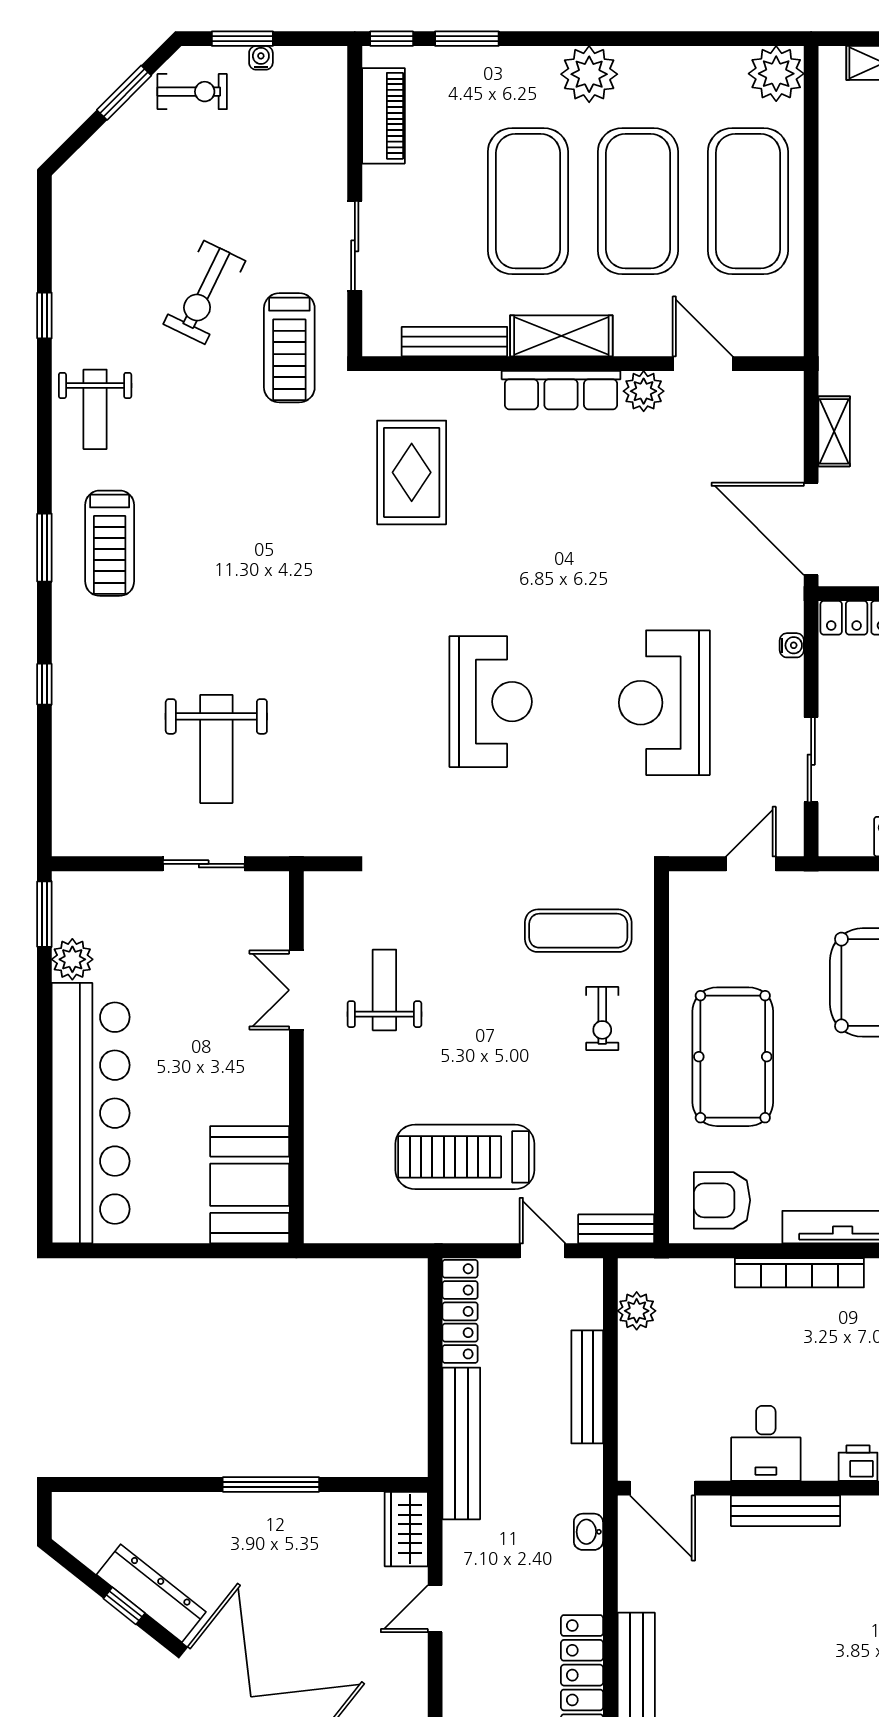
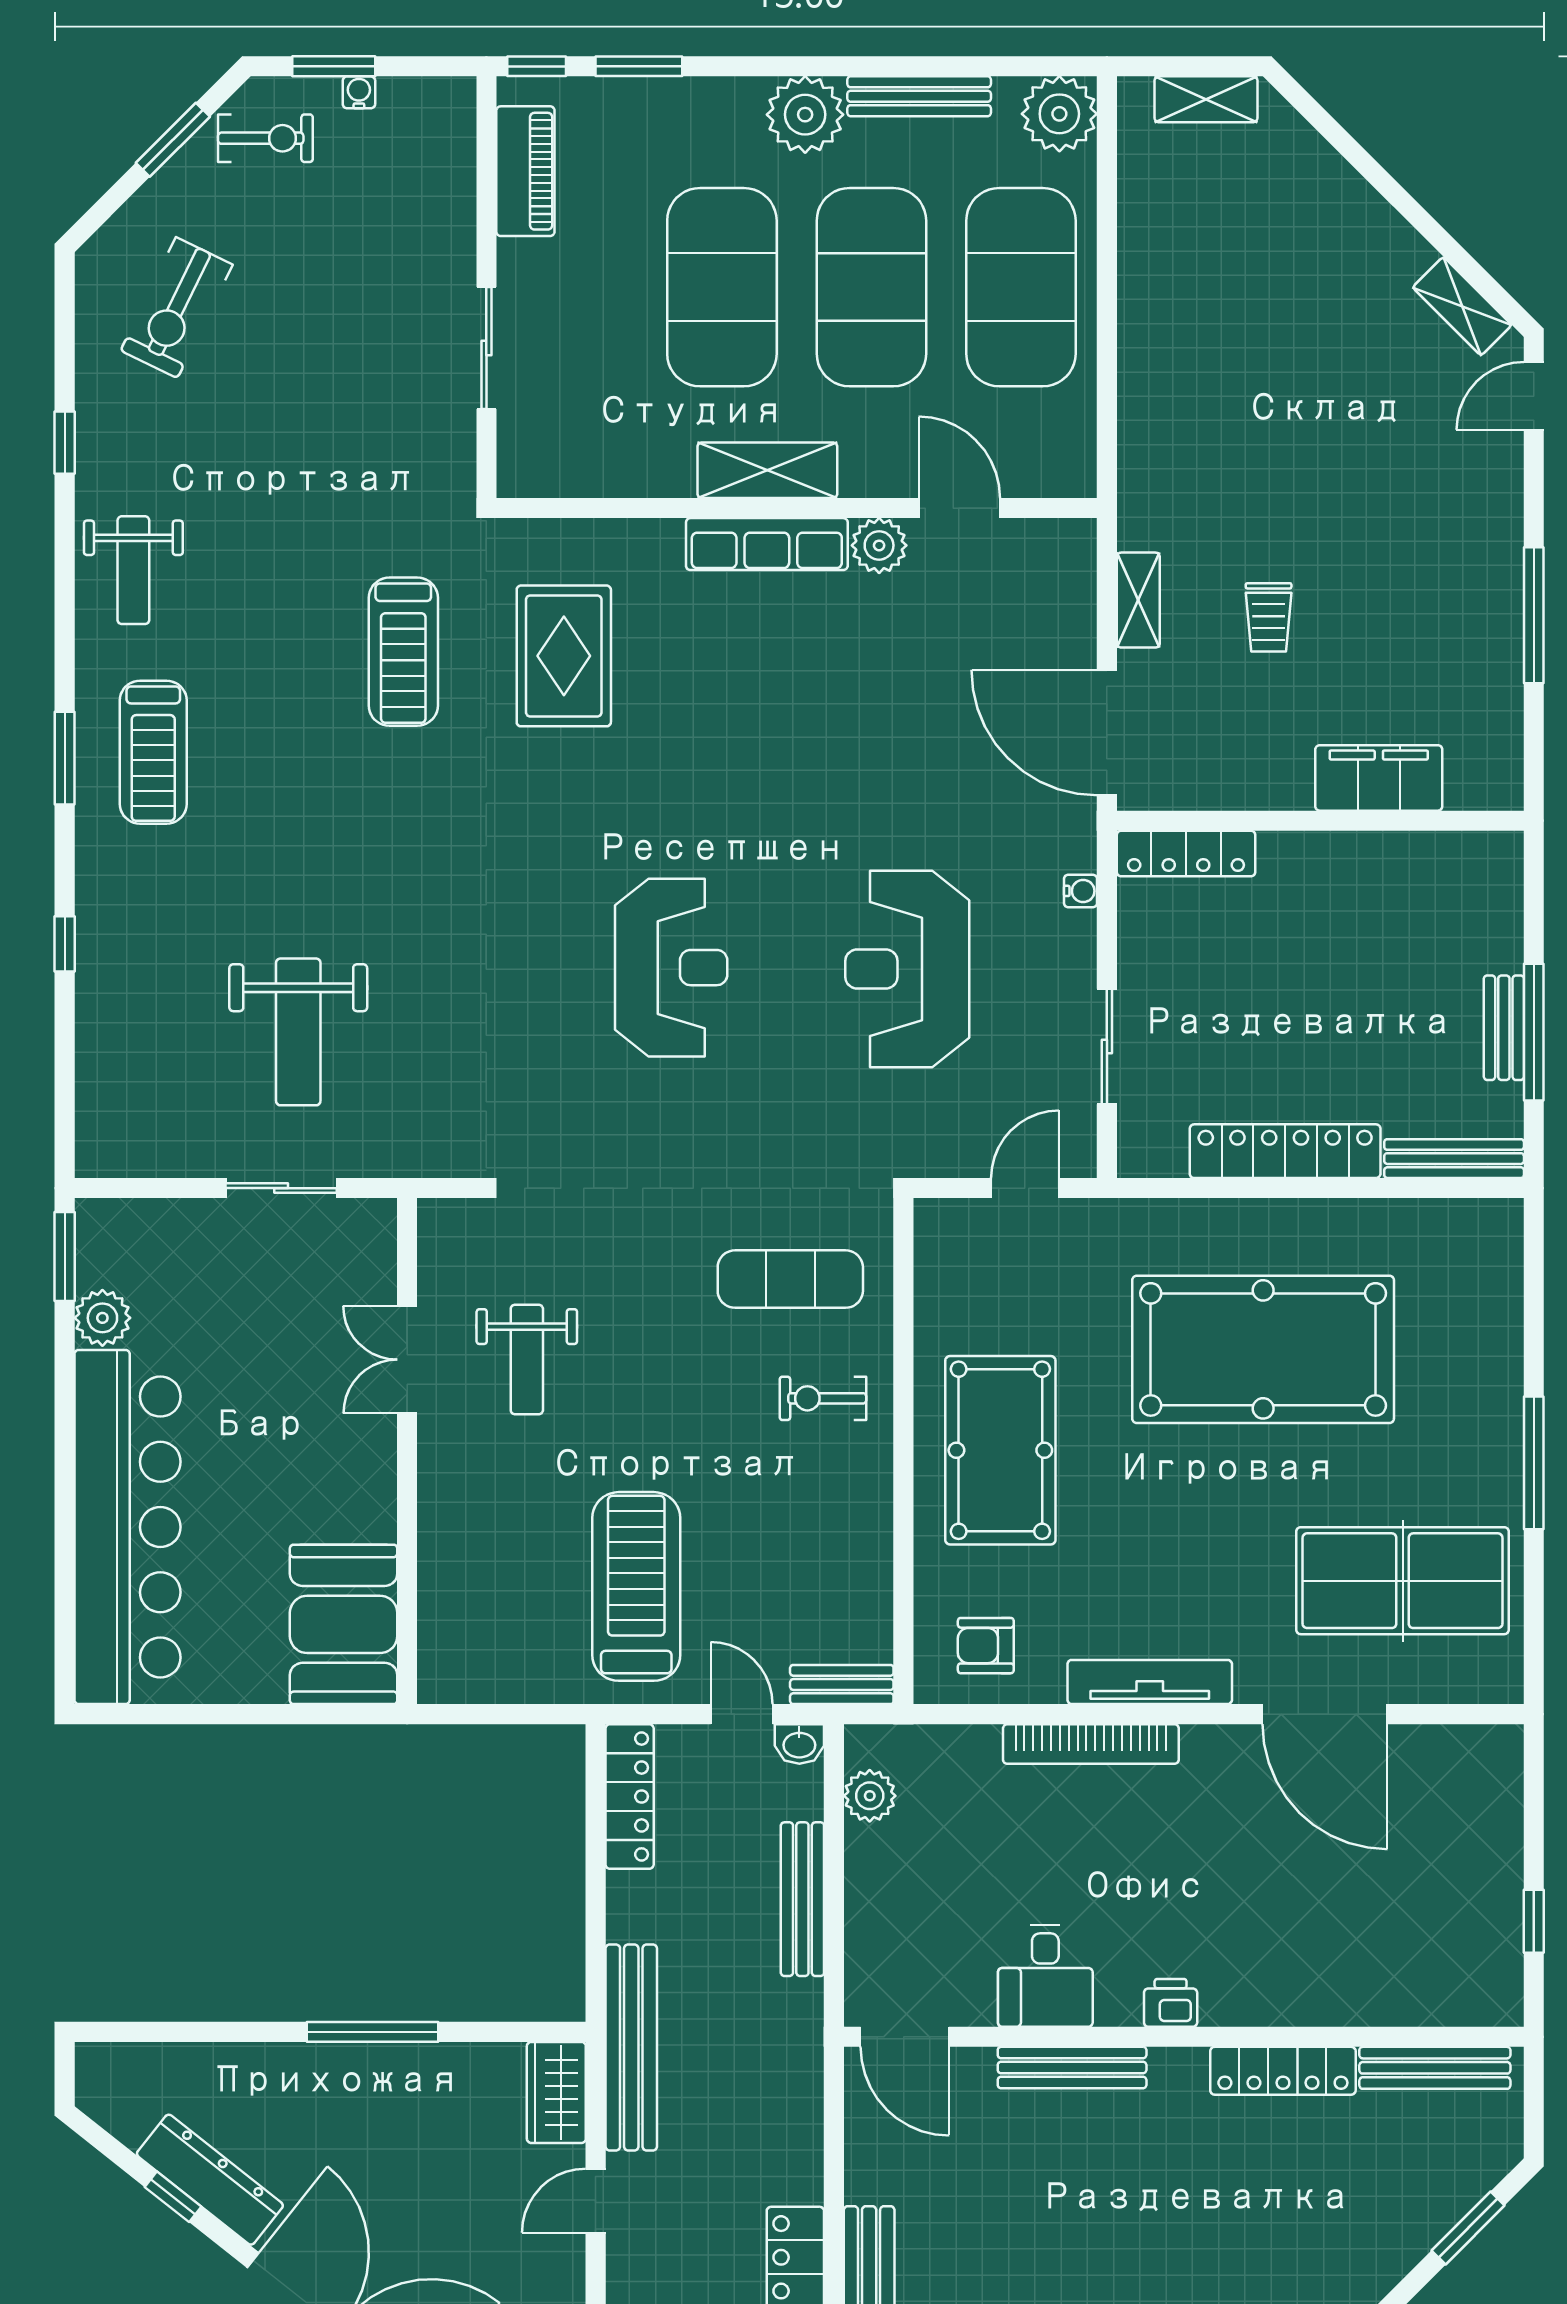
exercise bike: (204, 292) -> (177, 308), moved
bench: (454, 342) -> (919, 96), moved
treadmill: (289, 348) -> (403, 652), moved
weight bench: (384, 990) -> (527, 1359), turned 180
exercise bike: (602, 1018) -> (823, 1398), turned 90
treadmill: (465, 1157) -> (636, 1586), turned 90
armchair: (722, 1200) -> (986, 1646), width x0.72, depth x0.72
bench: (461, 1443) -> (631, 2047), moved
washbasin: (588, 1532) -> (799, 1744), moved, turned -90

